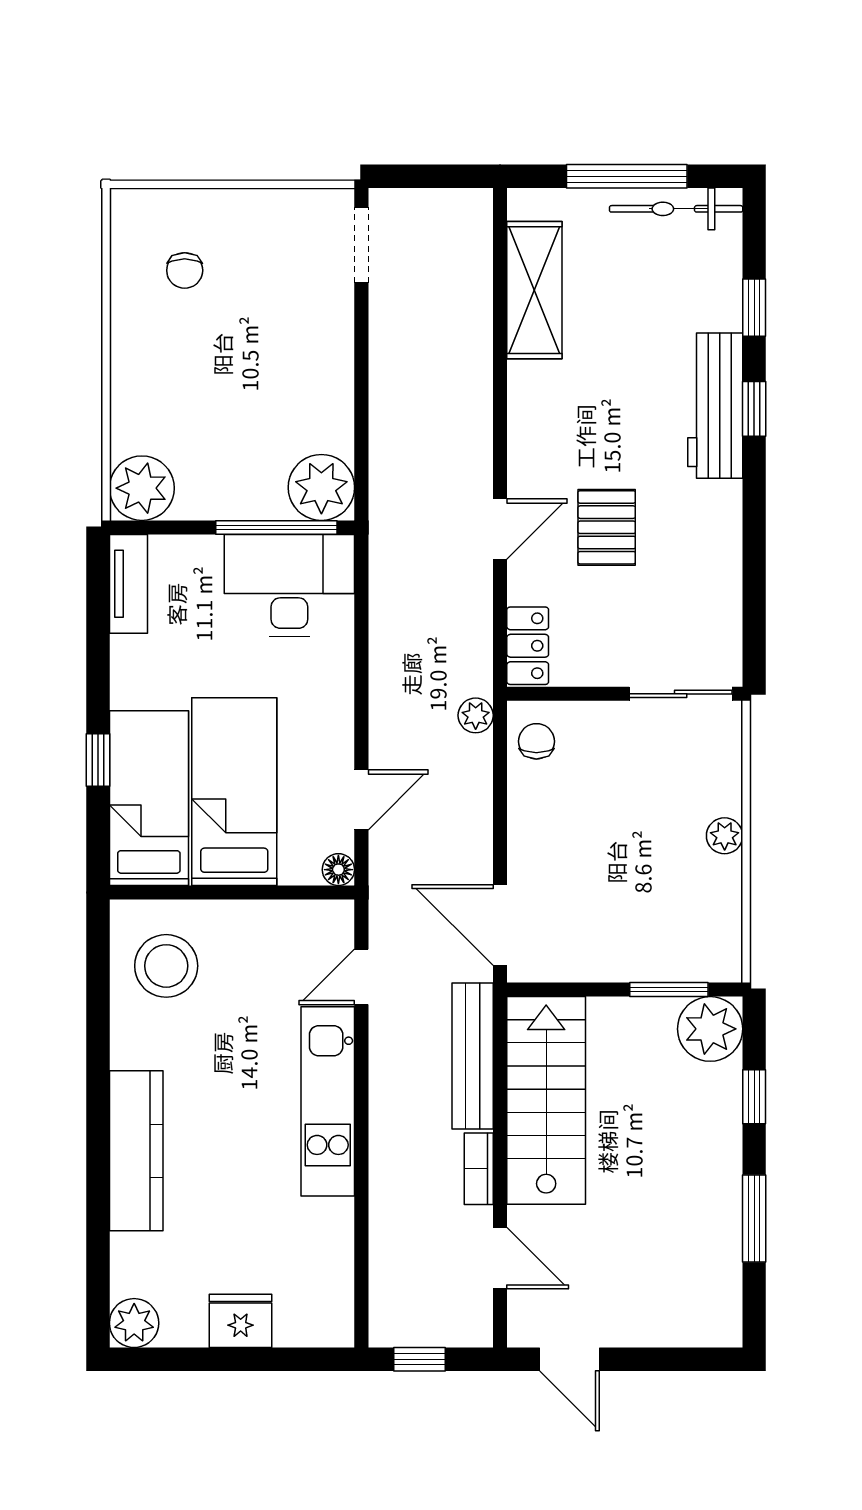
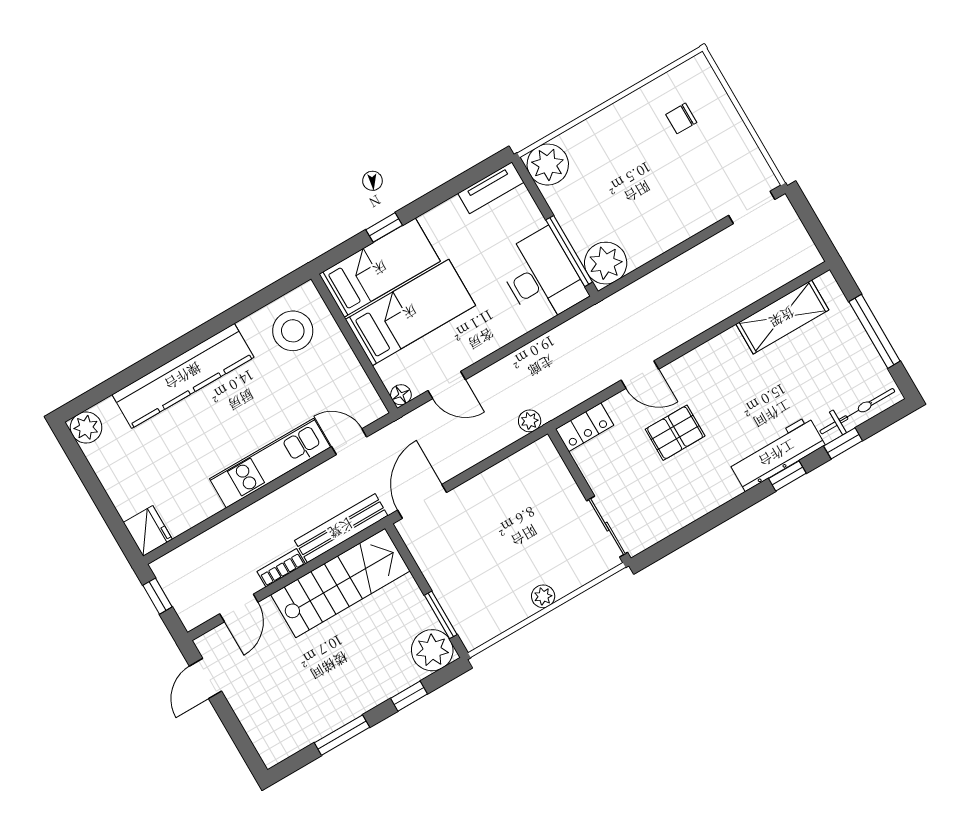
bicycle: (676, 209) -> (857, 411), moved, turned 90
chair: (536, 741) -> (535, 463), removed
kitchen counter: (136, 1151) -> (183, 376), width x1.39, depth x1.17
fridge: (241, 1321) -> (148, 531), moved

